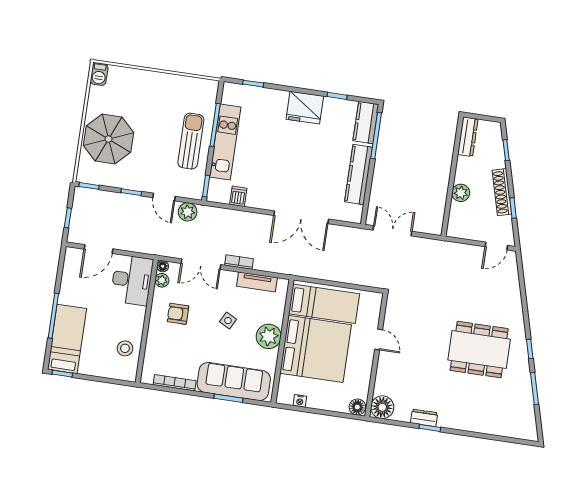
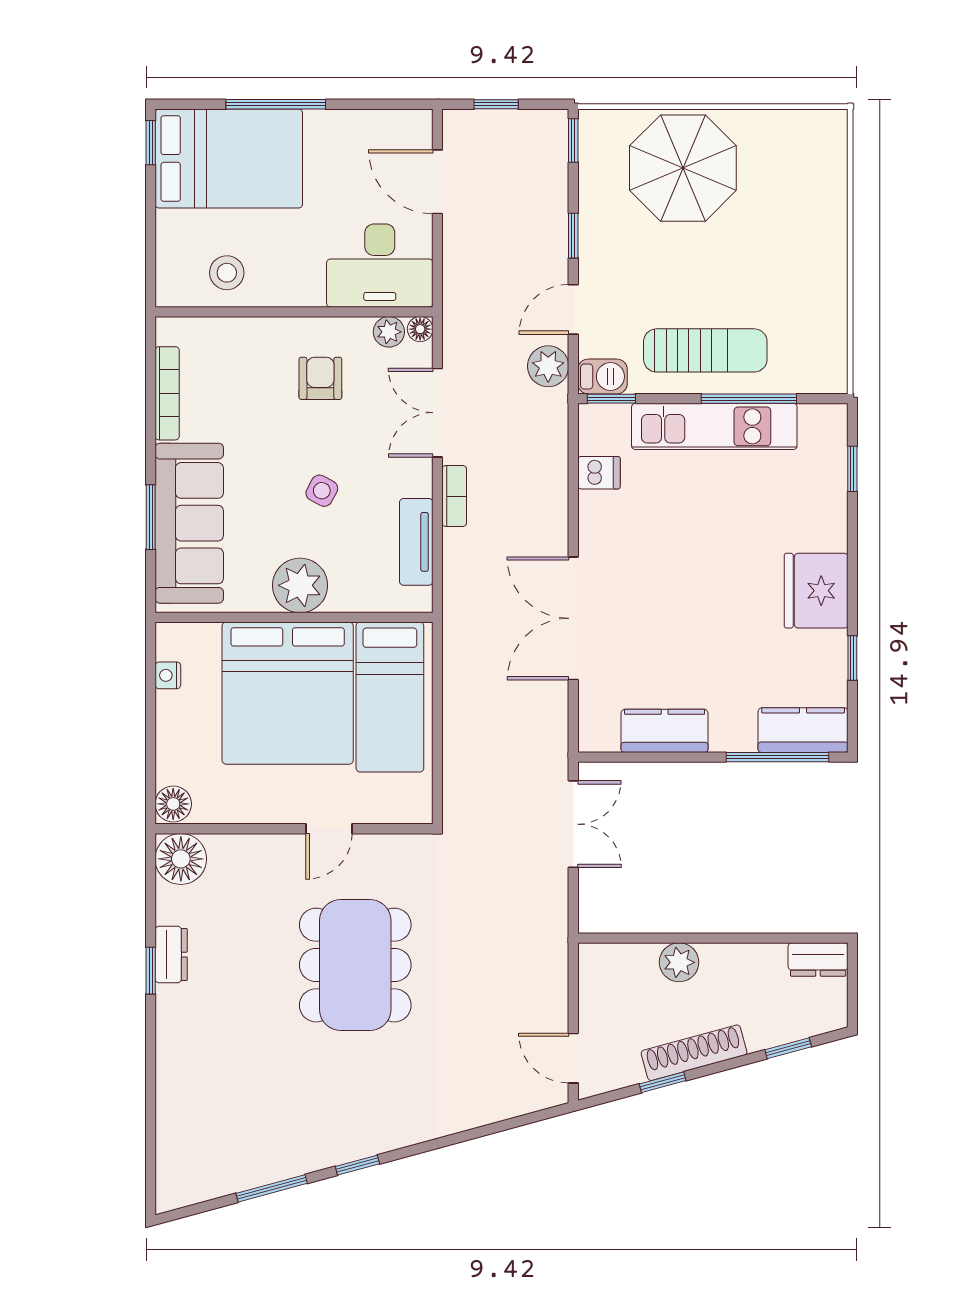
barbecue: (99, 74) -> (603, 376), moved, turned 180
dresser: (468, 137) -> (818, 959), width x0.70
kitchen counter: (359, 174) -> (665, 731), width x0.67
bed: (67, 339) -> (229, 158), width x1.50
dining table: (479, 350) -> (355, 965), moved

